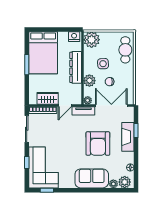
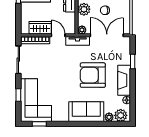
door: (65, 106) -> (58, 35), swing flipped
fireplace: (128, 137) -> (124, 80), moved
armchair: (98, 144) -> (93, 75), turned 90

